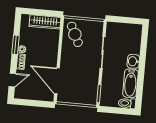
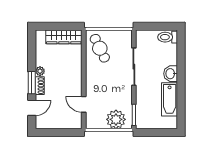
window: (15, 45) -> (32, 83), moved
door: (57, 81) -> (84, 104), width x0.53
plant: (83, 96) -> (116, 119), added
toilet: (127, 103) -> (168, 37), moved

